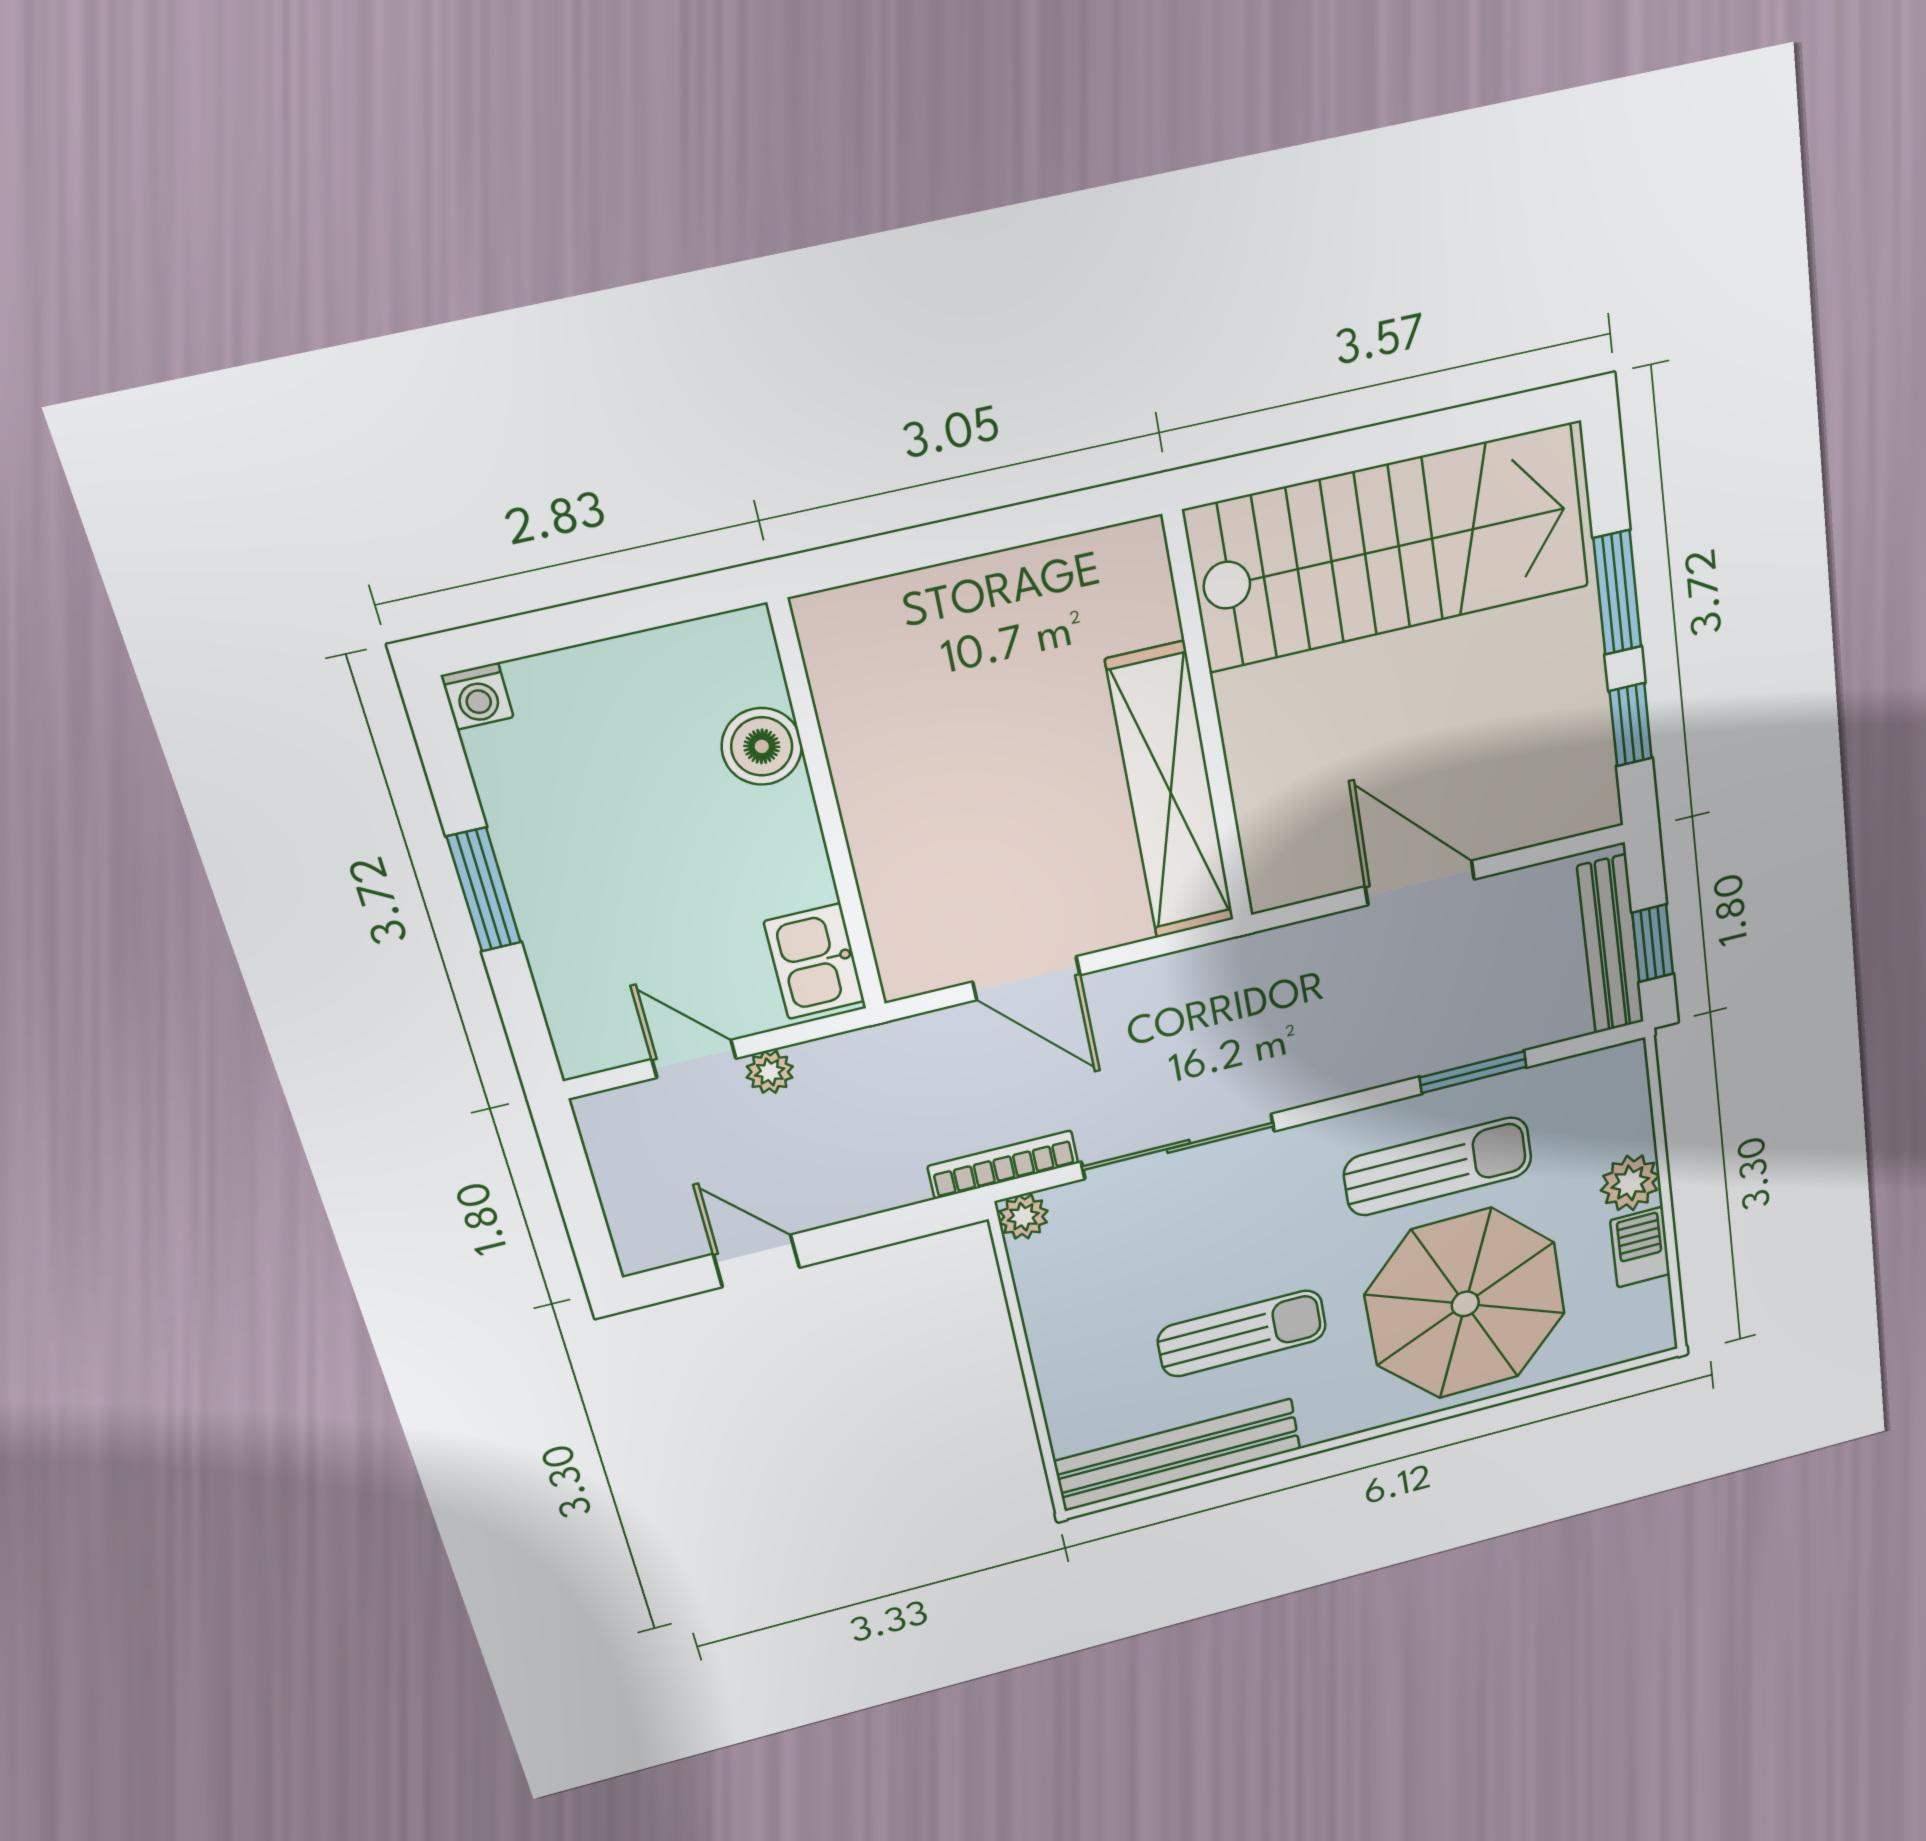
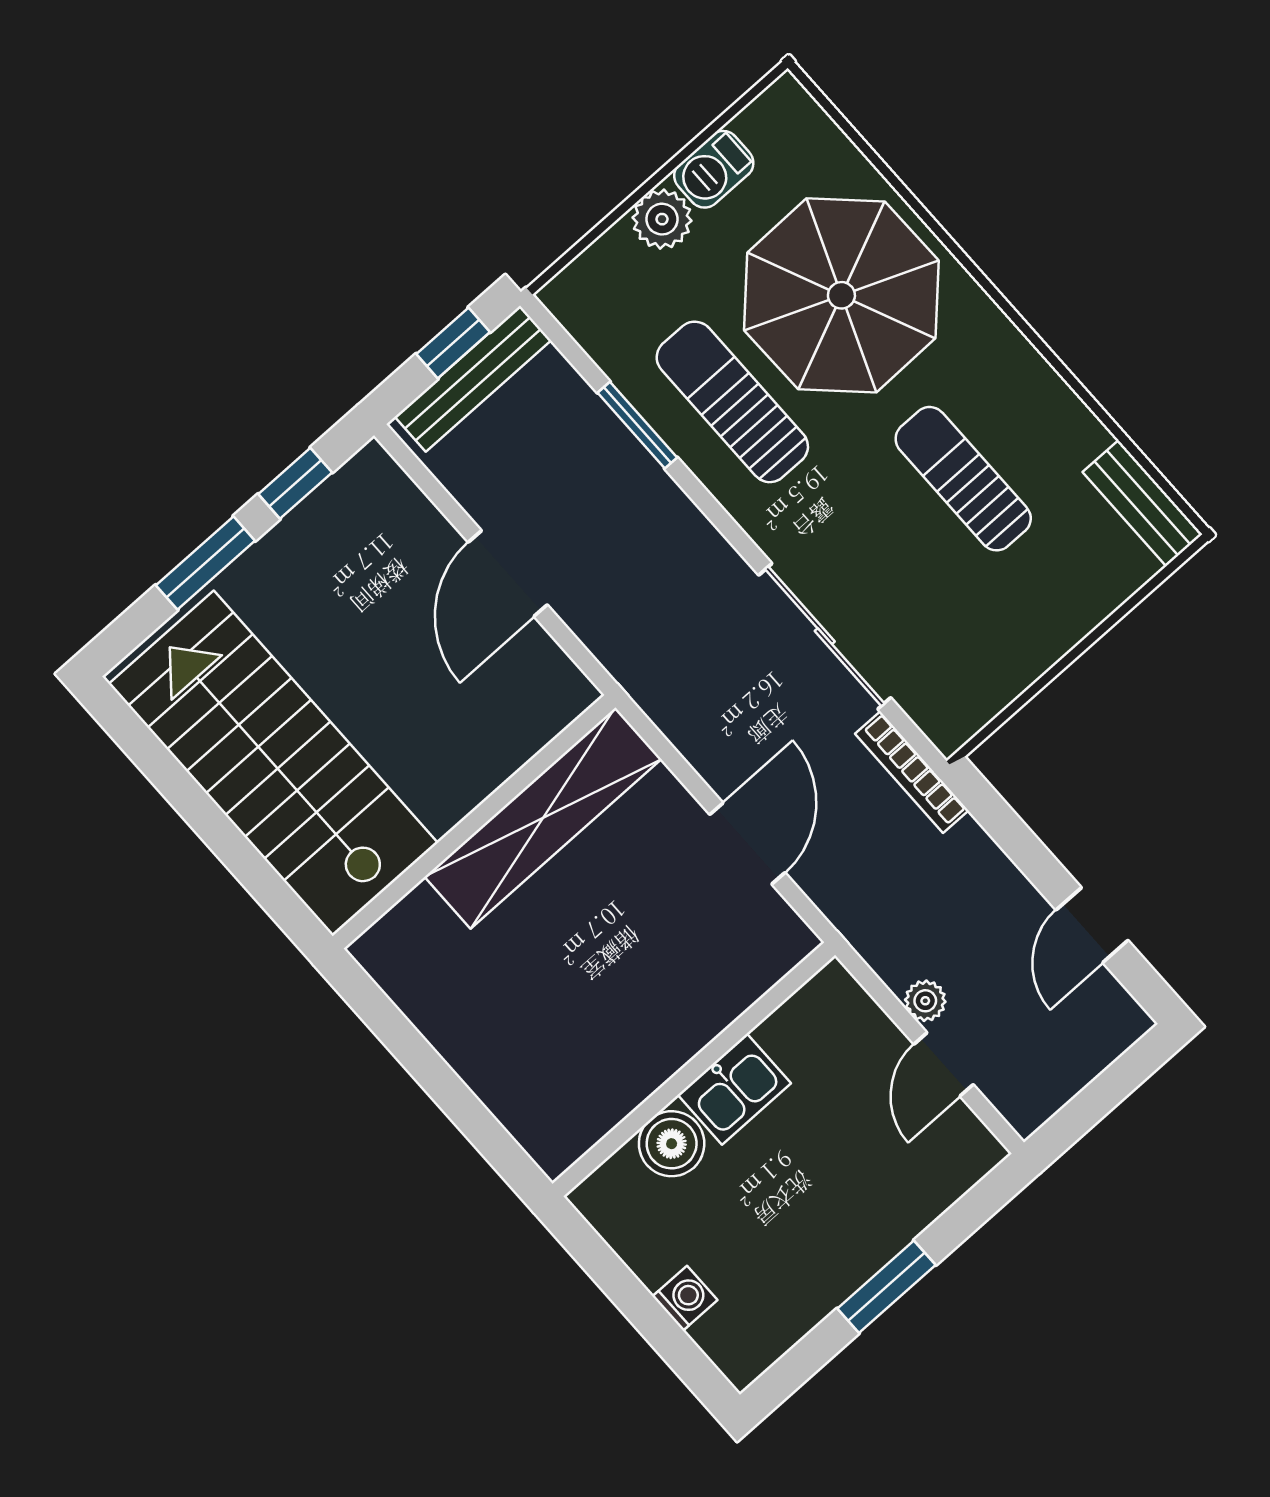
washing machine: (477, 696) -> (685, 1298), moved
kitchen sink: (814, 961) -> (734, 1089), moved
plant: (1023, 1217) -> (949, 729), removed
bench: (1178, 1455) -> (1142, 503), width x0.54, depth x0.82

